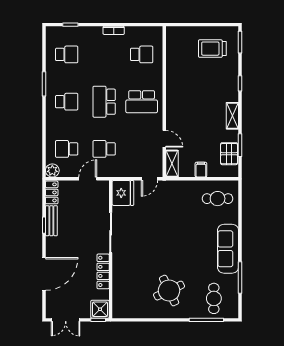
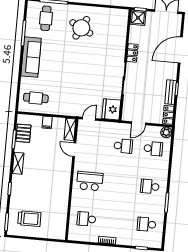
school desk: (104, 102) -> (120, 184), removed
locker: (103, 271) -> (132, 53), width x0.66
round table: (169, 291) -> (81, 28), turned -38

